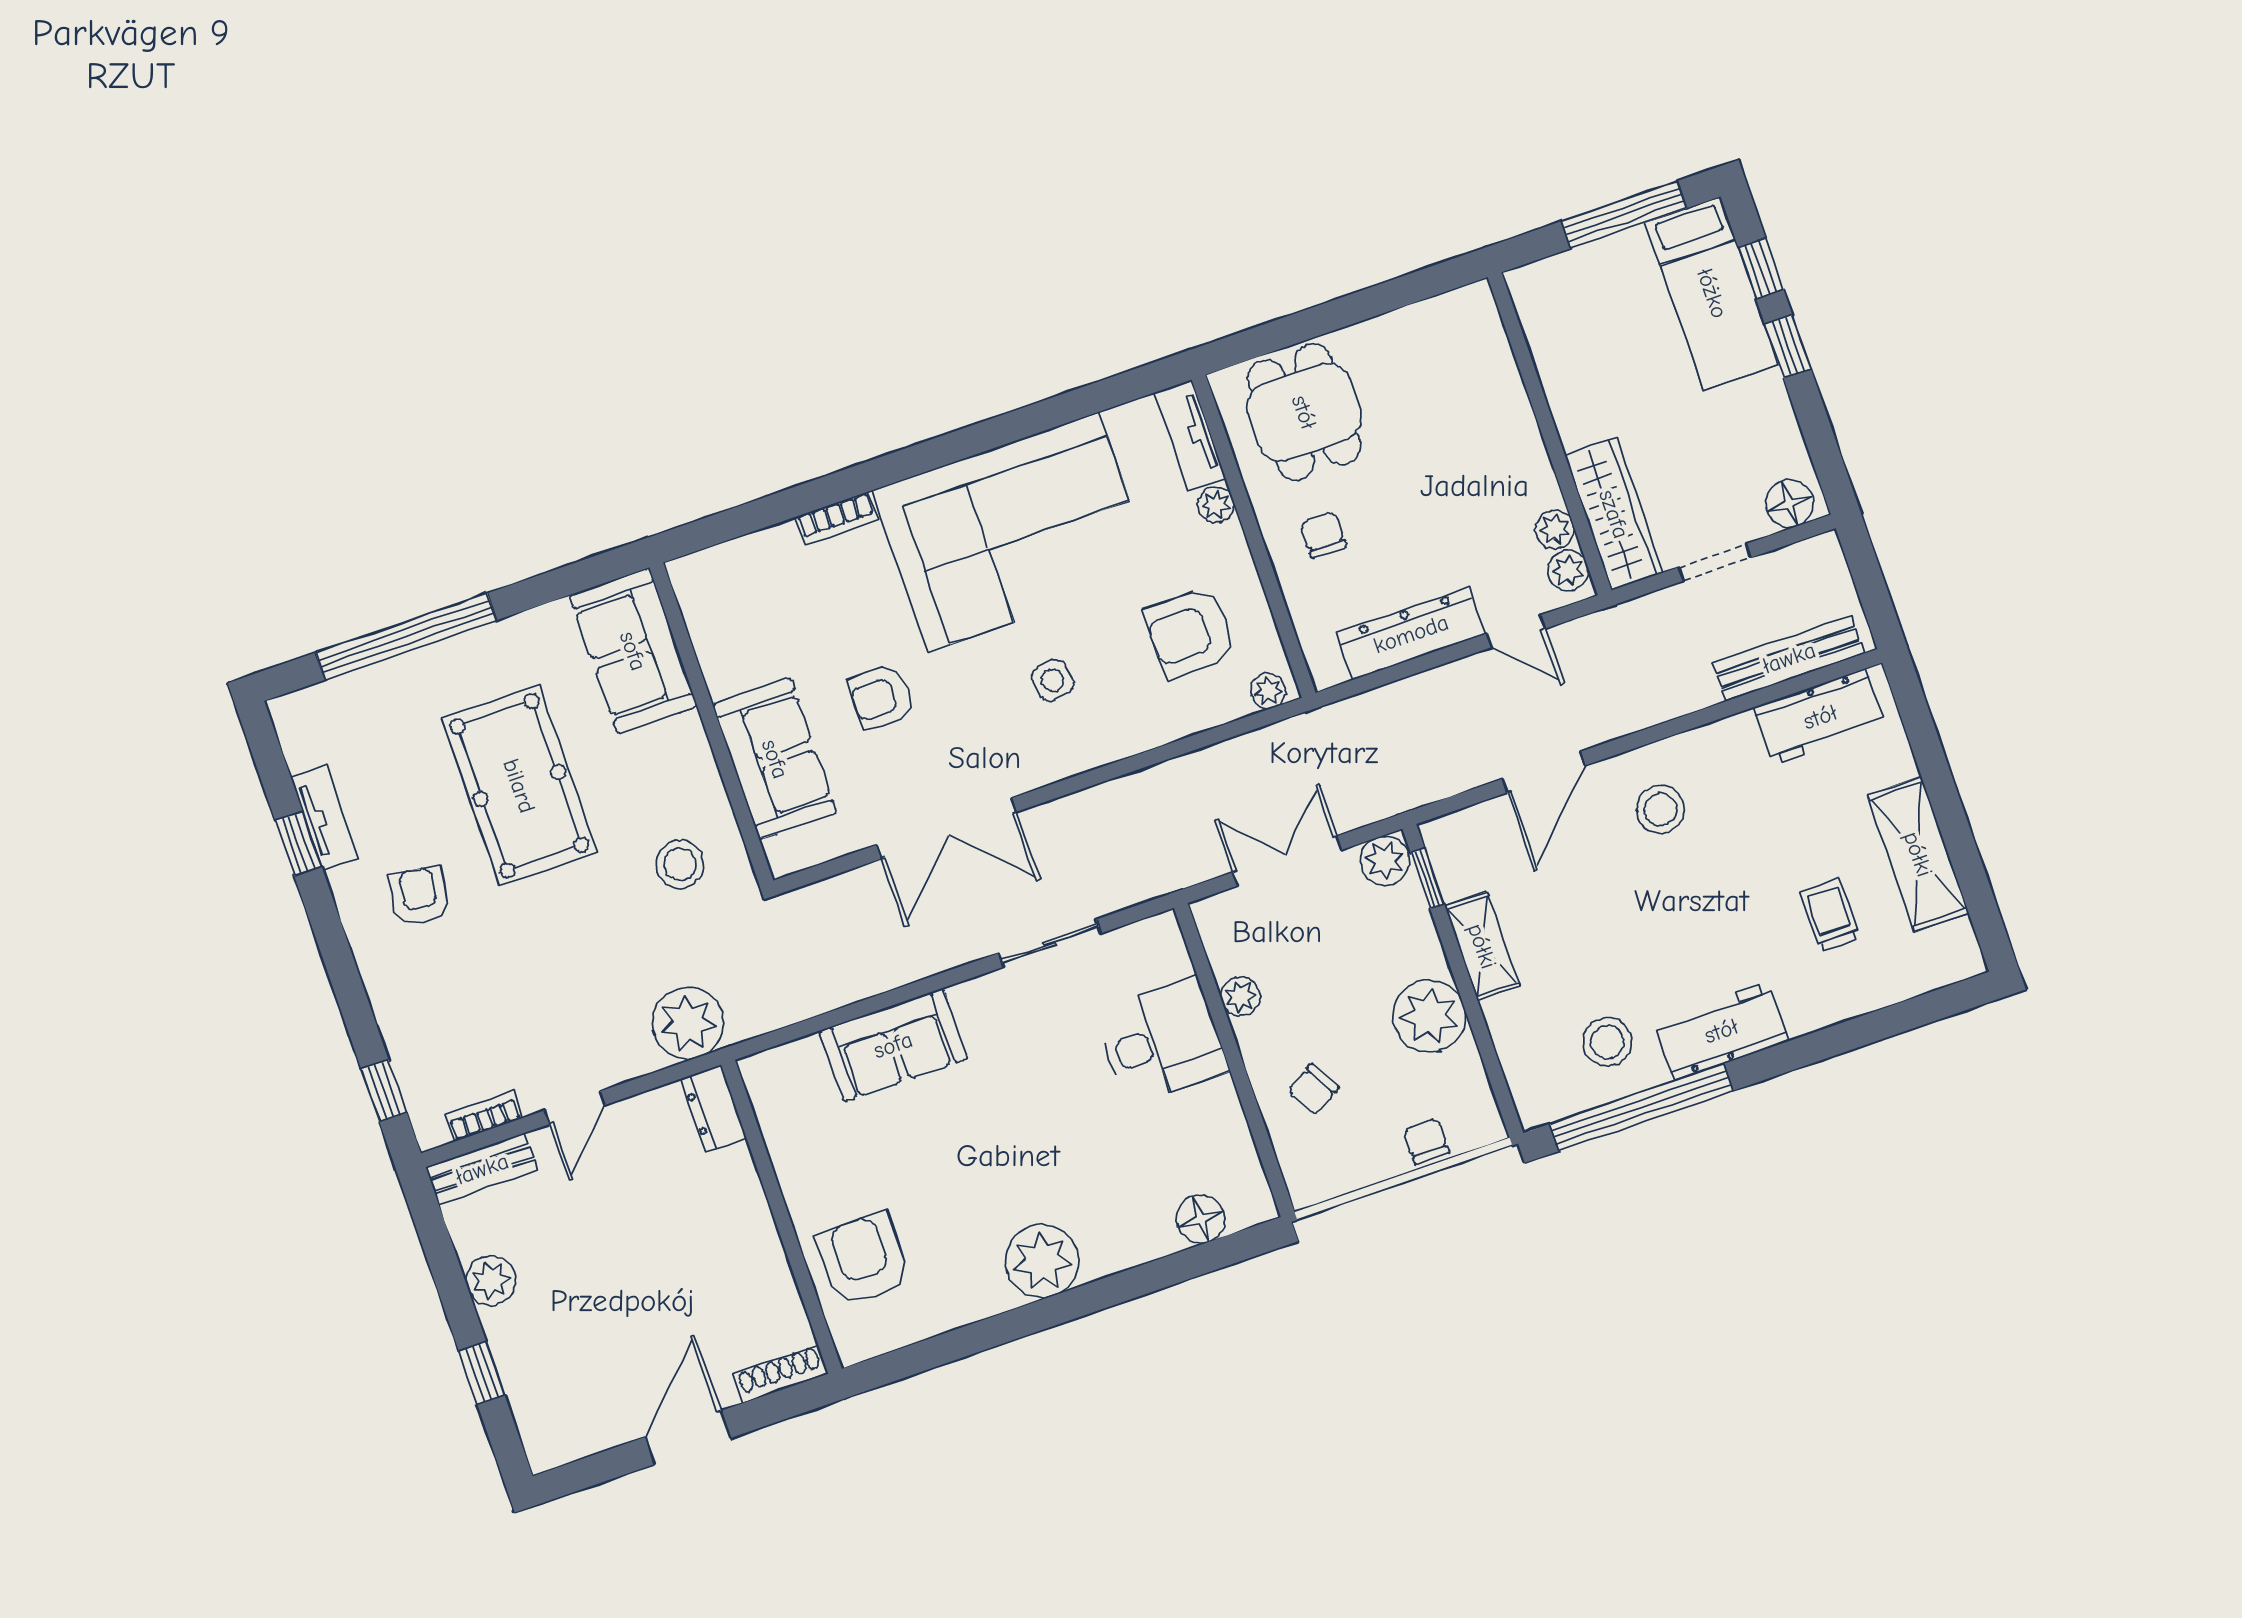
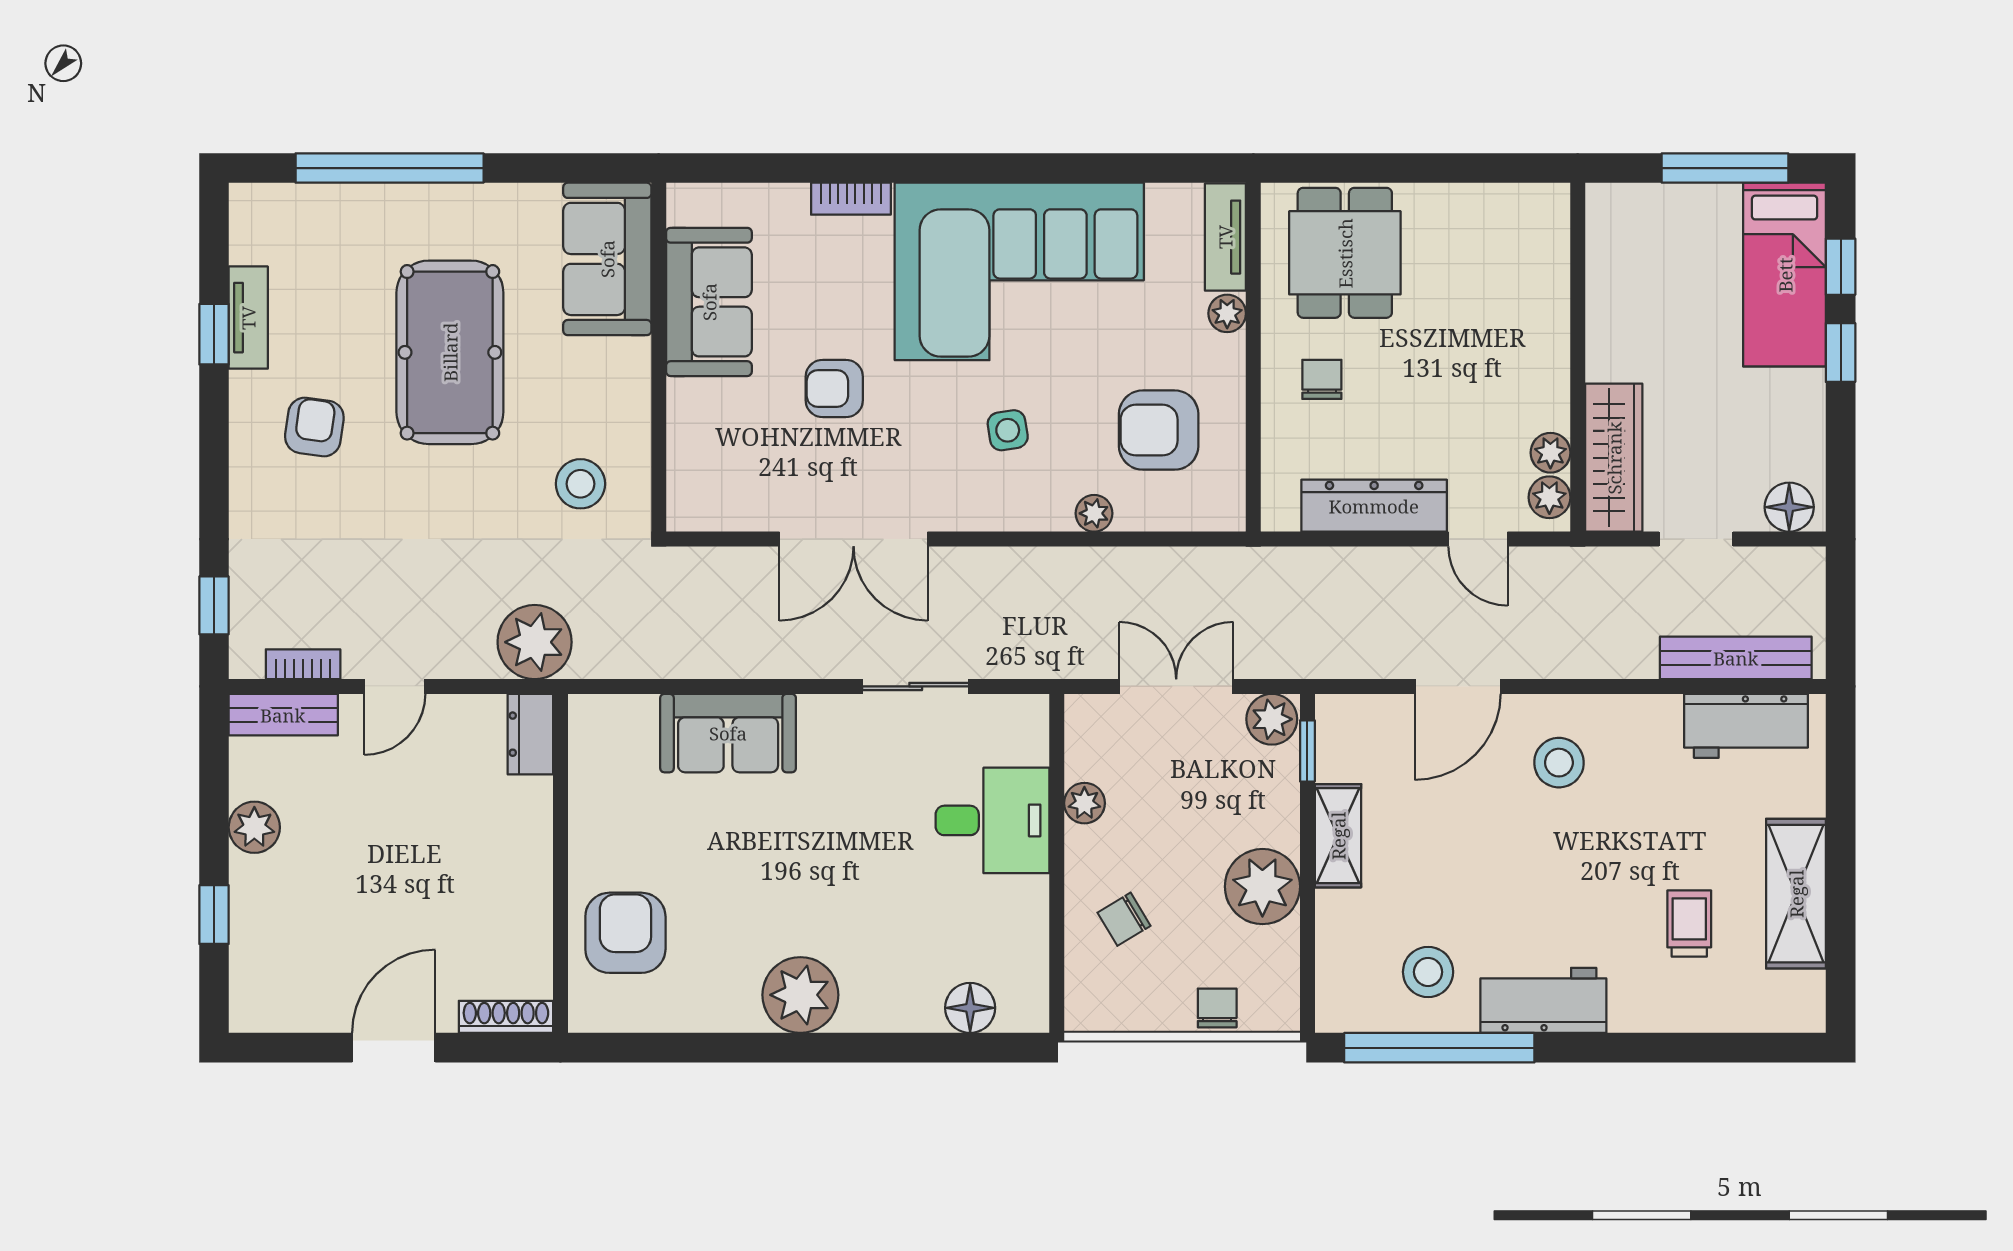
plant: (1268, 691) -> (1094, 513), moved
sofa: (775, 759) -> (709, 302), moved

